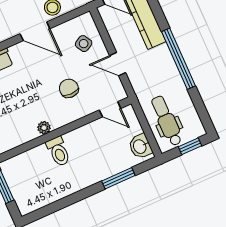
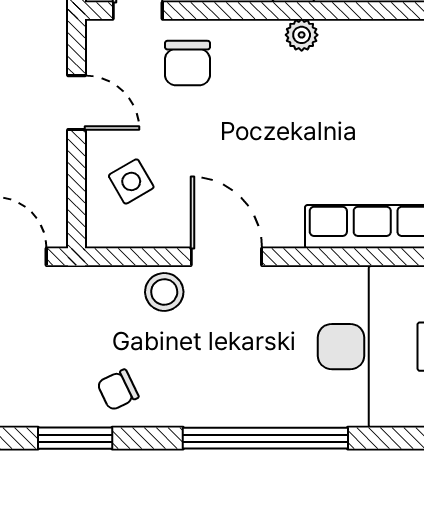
chair: (69, 88) -> (187, 63), moved

